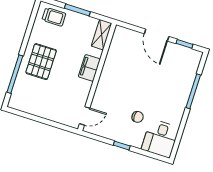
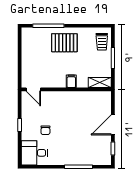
filing cabinet: (89, 68) -> (71, 81), width x0.50

